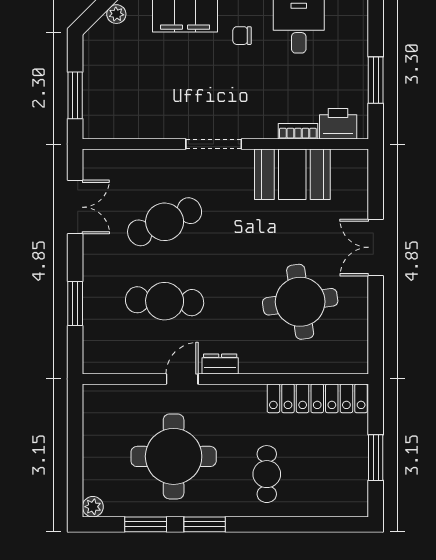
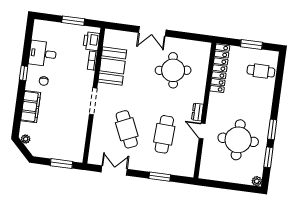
cafe table: (267, 474) -> (261, 71), moved

